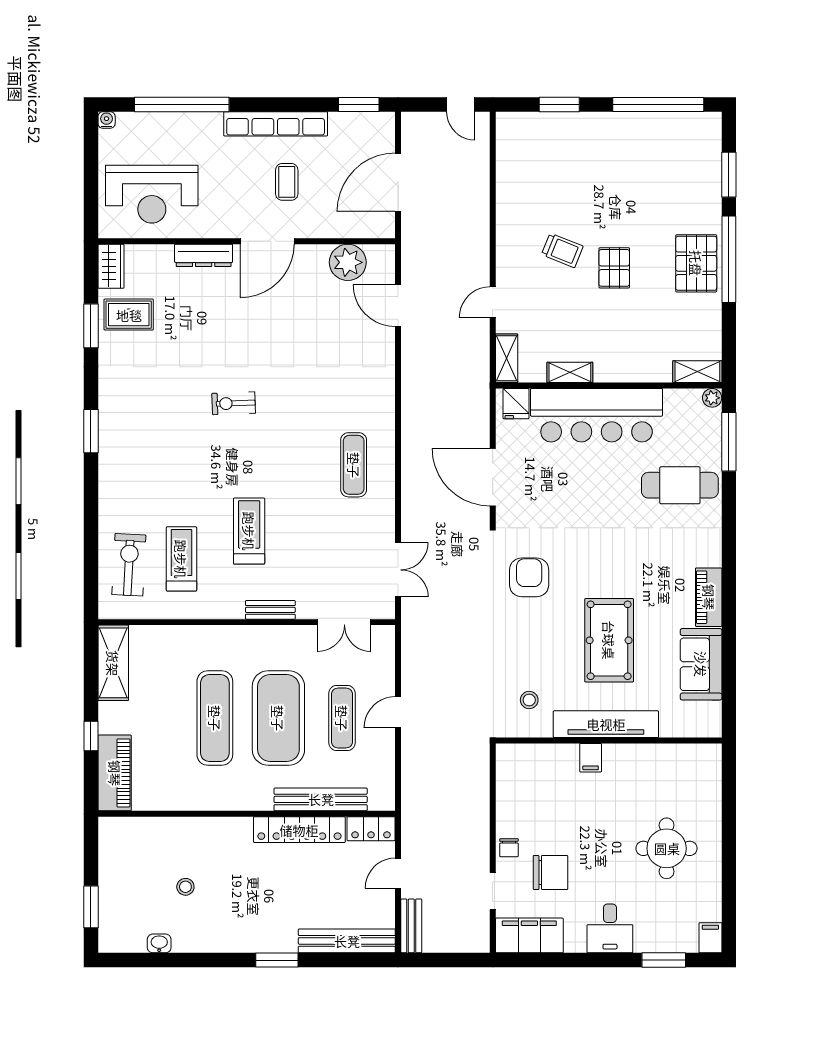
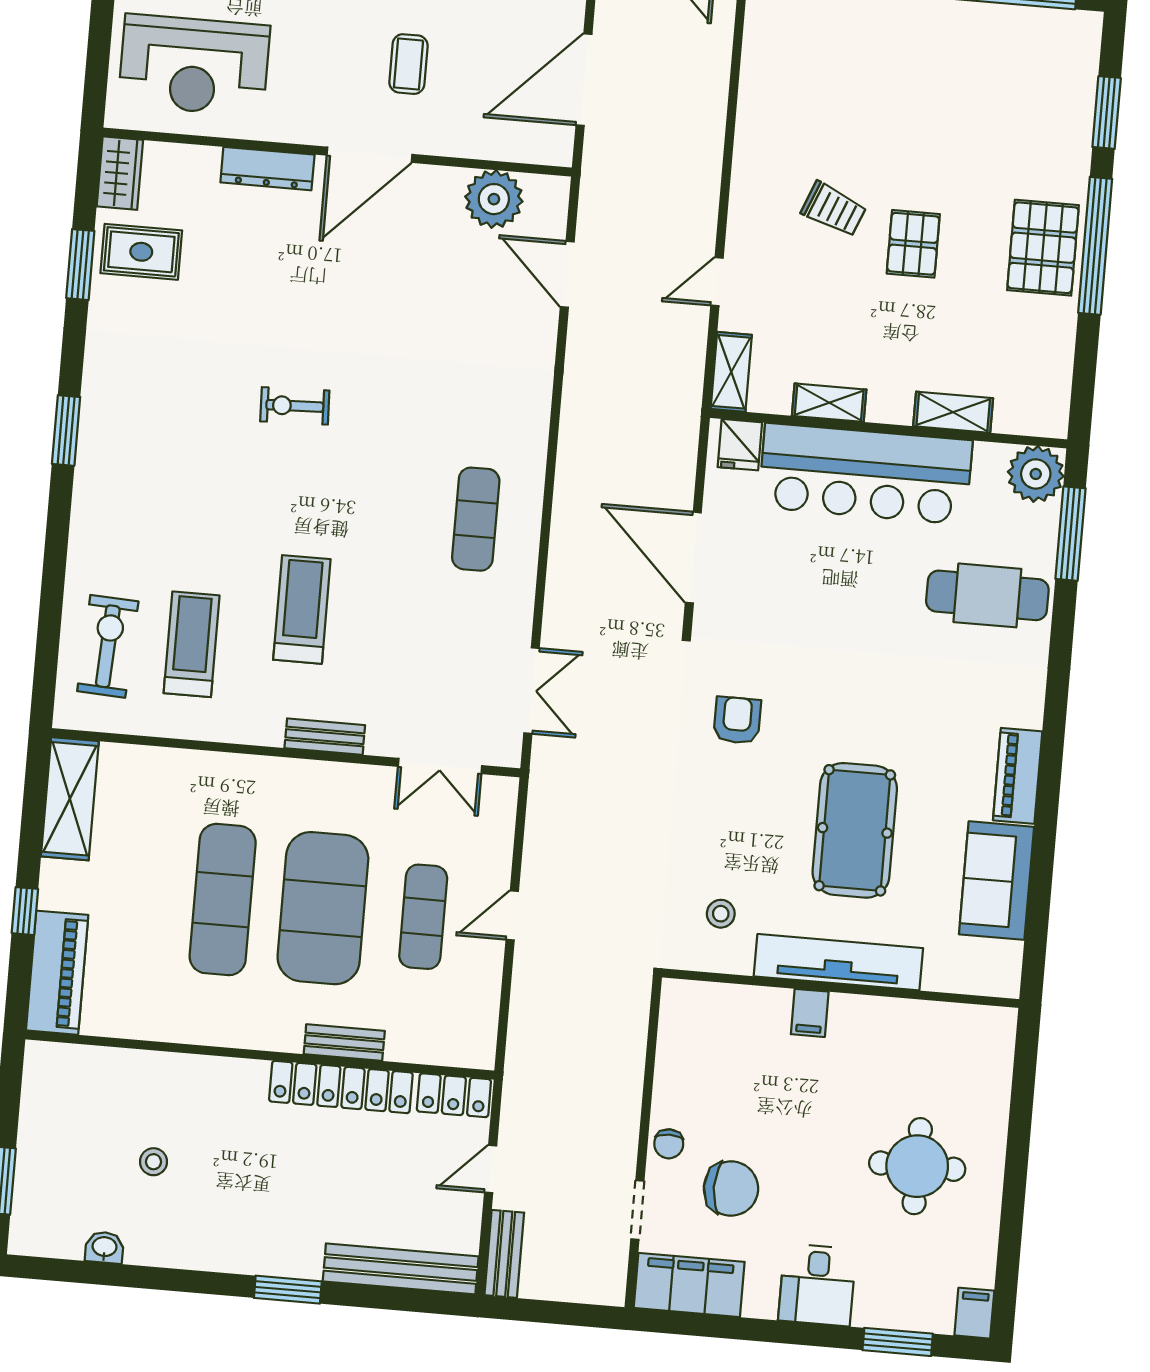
shelving: (697, 372) -> (953, 412), moved
plant: (712, 398) -> (1036, 474), width x1.87, depth x1.87
armchair: (529, 577) -> (737, 720), width x0.72, depth x0.72
bench: (321, 799) -> (344, 1043), width x0.54, depth x0.82

